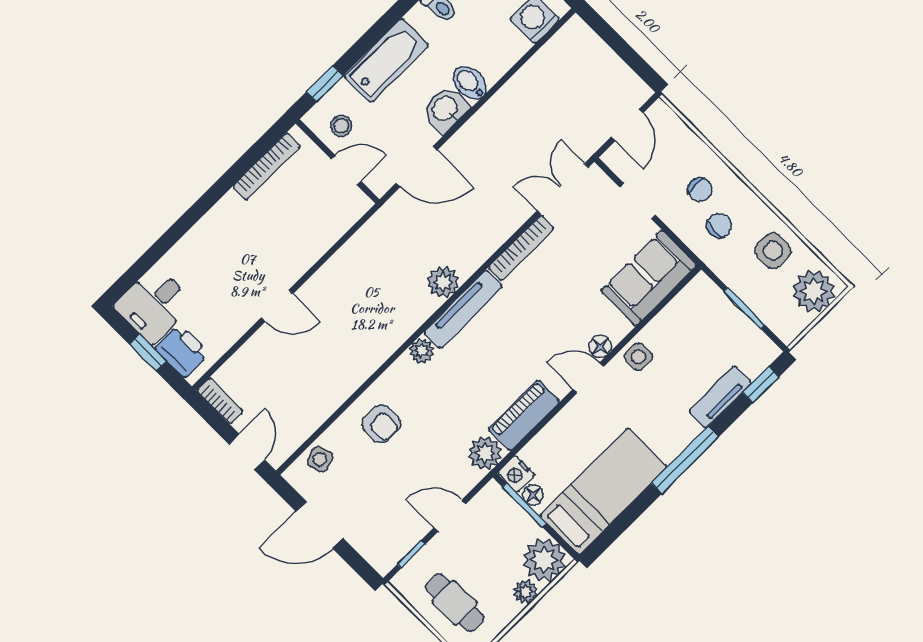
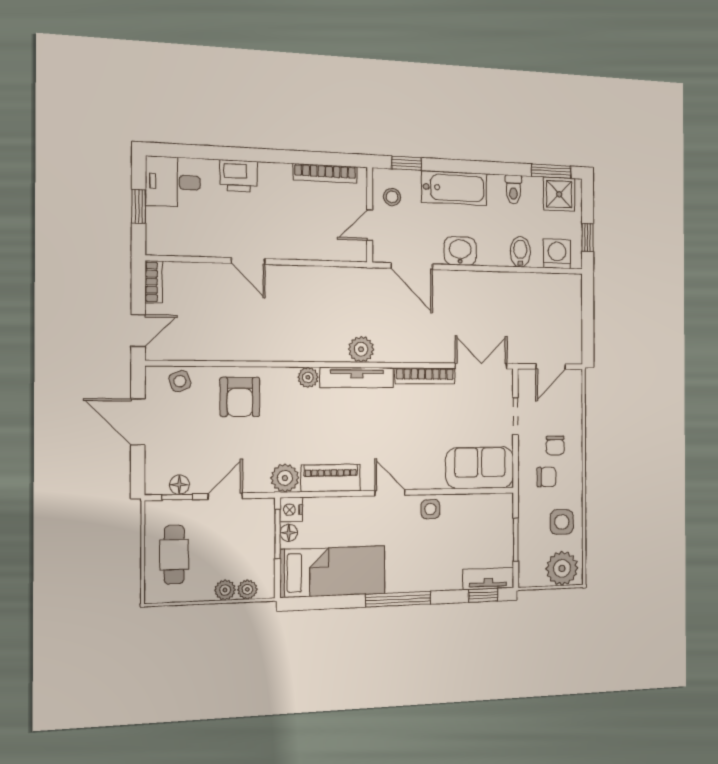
bidet: (470, 83) -> (520, 252), moved
door: (346, 170) -> (370, 225), swing flipped
floor lamp: (600, 346) -> (179, 485), moved
printer: (182, 351) -> (239, 176), moved, turned 90
tv unit: (720, 397) -> (488, 579), moved
armchair: (381, 424) -> (240, 397), width x1.38, depth x1.38
door: (450, 516) -> (225, 496), hinge flipped
plant: (544, 560) -> (247, 589), width x0.53, depth x0.53

